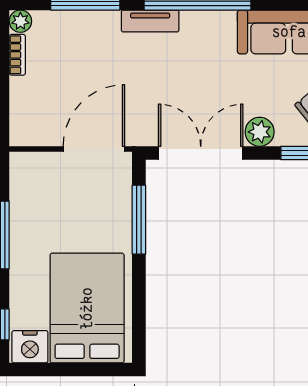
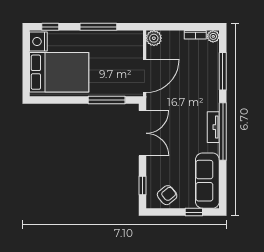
tv unit: (150, 21) -> (213, 127), moved
plant: (260, 132) -> (154, 38), moved
door: (94, 149) -> (145, 76), hinge flipped

